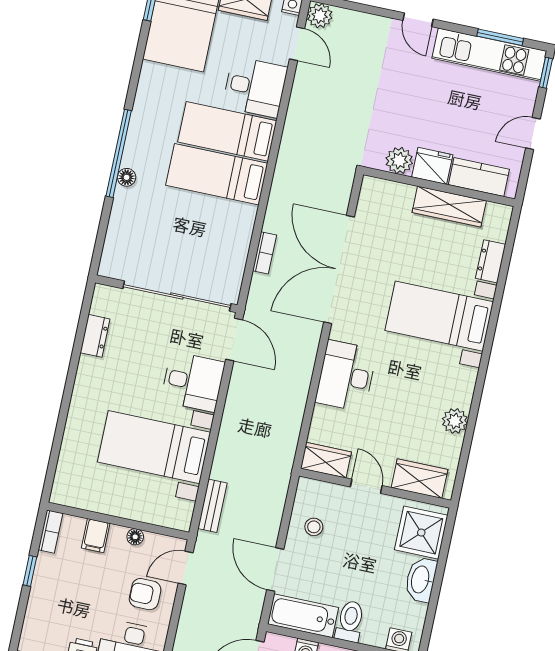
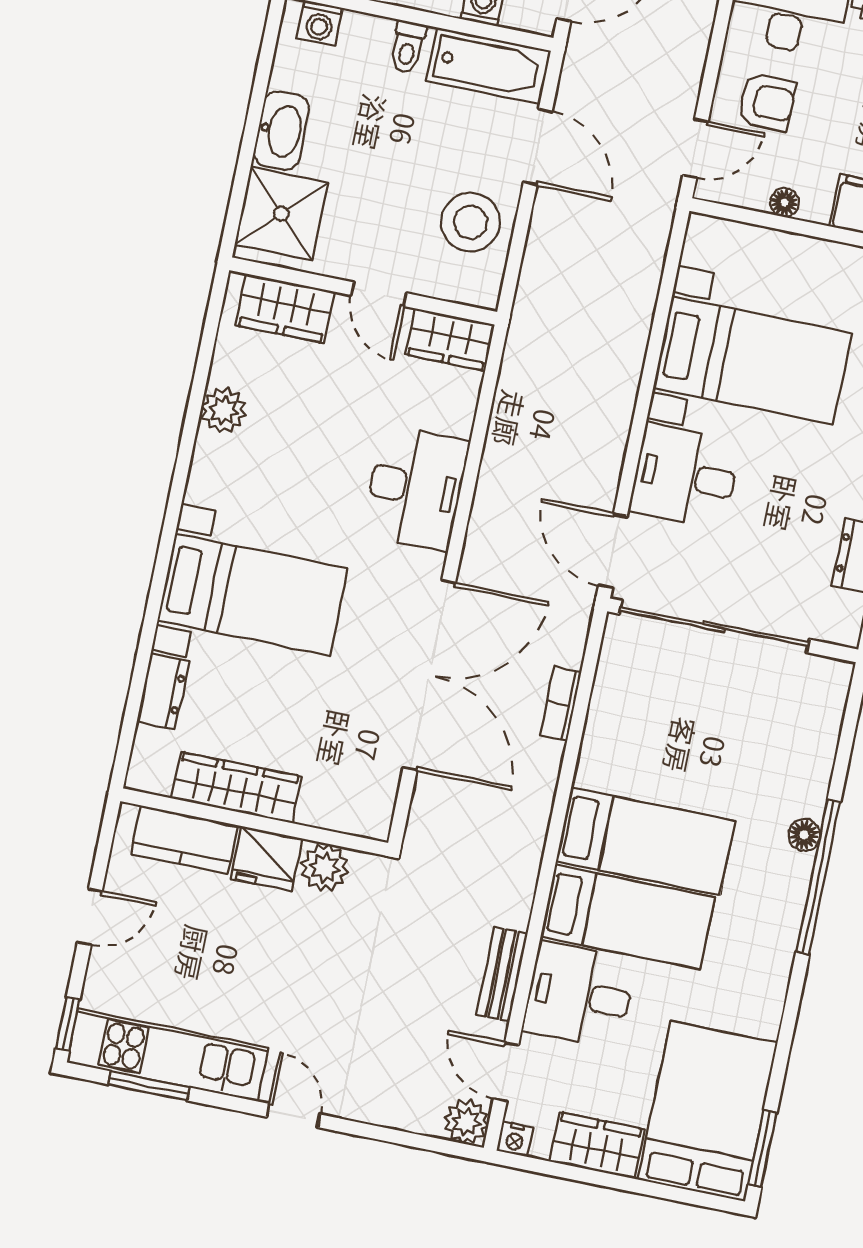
bench: (212, 506) -> (502, 974), moved
stool: (314, 527) -> (470, 222), width x1.89, depth x1.89
toilet: (350, 621) -> (408, 47), width x0.73, depth x0.72

